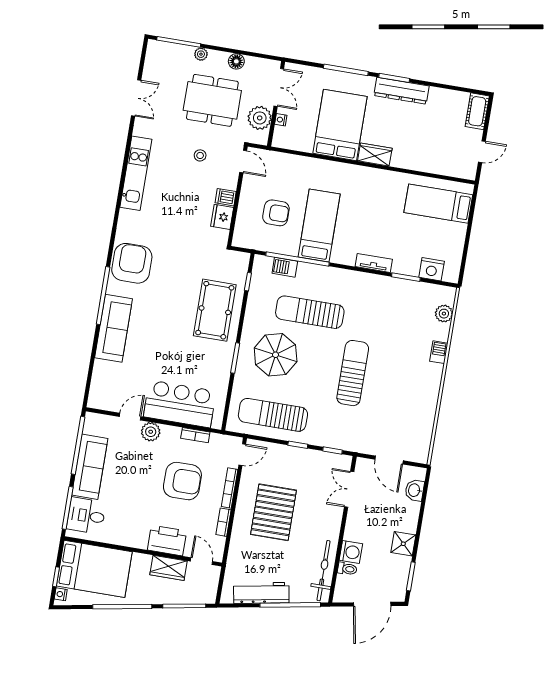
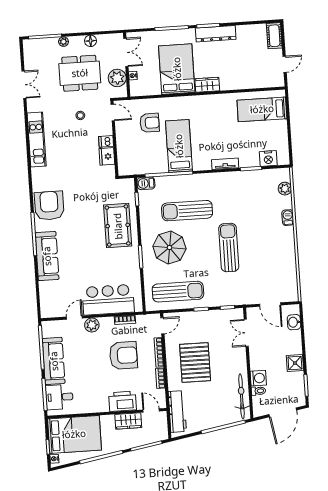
armchair: (276, 213) -> (150, 123), moved
barbecue: (285, 267) -> (146, 183), moved
sun lounger: (273, 415) -> (178, 292), turned 180
workbench: (261, 593) -> (177, 411), moved, turned 100

